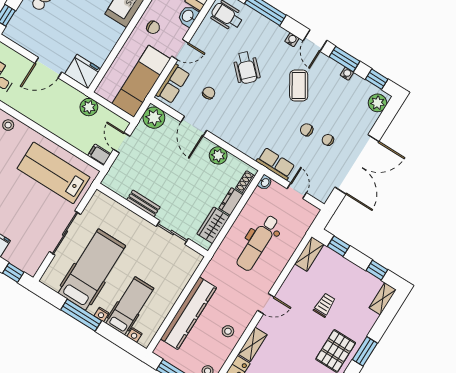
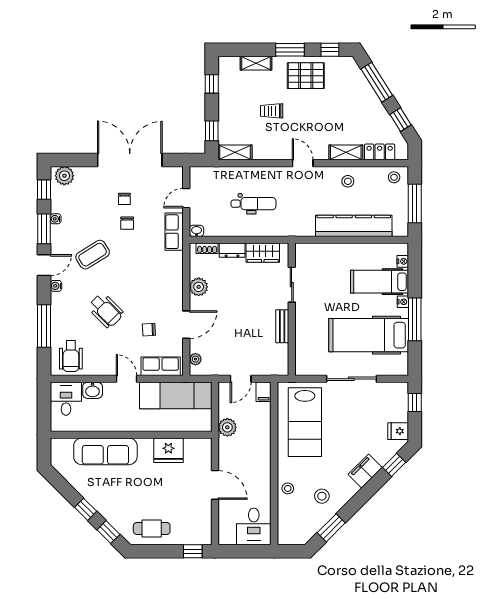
chair: (153, 27) -> (122, 415), removed
wheelchair: (246, 68) -> (106, 310), turned 90
fridge: (83, 71) -> (168, 450), moved, turned -90
plant: (154, 118) -> (195, 359), width x0.53, depth x0.53
dental chair: (258, 243) -> (254, 204), width x0.73, depth x0.72
shelving: (383, 299) -> (256, 63), moved

